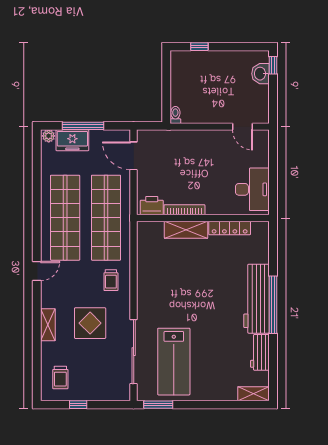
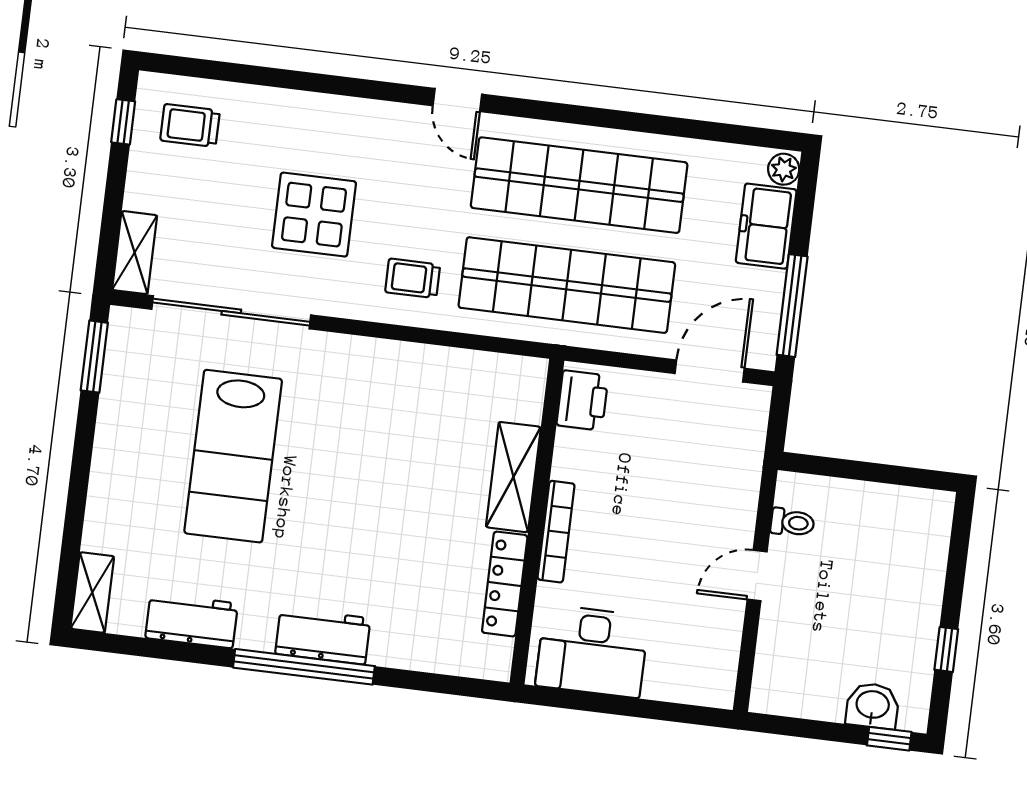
window: (199, 47) -> (946, 649), moved
toilet: (175, 115) -> (792, 523), moved
window: (83, 126) -> (792, 306), moved
door: (243, 127) -> (757, 575), moved
bookcase: (185, 210) -> (556, 532), moved
workbench: (257, 299) -> (323, 636), width x0.53, depth x0.76
shelving: (48, 325) -> (135, 253), moved, turned 90
lab bench: (174, 362) -> (233, 456), moved, turned -90
window: (78, 405) -> (123, 122), moved

